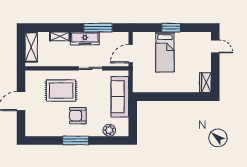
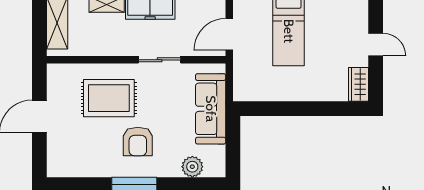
door: (215, 46) -> (376, 44), moved
armchair: (78, 116) -> (138, 142), turned -90

